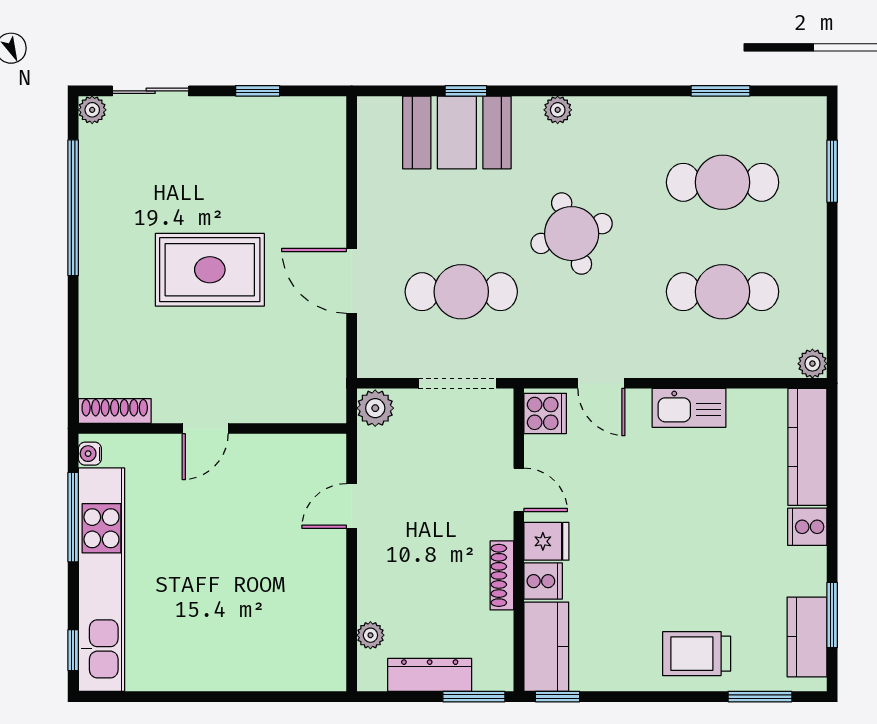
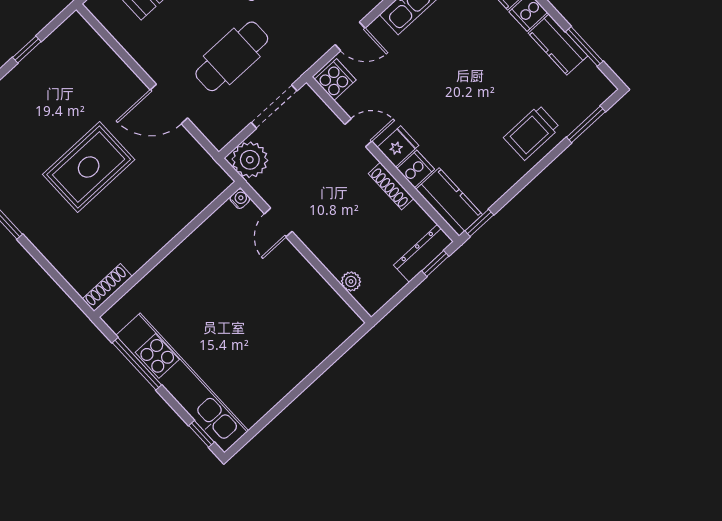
plant: (375, 408) -> (250, 160), width x1.36, depth x1.36
door: (205, 428) -> (163, 253), removed
water cooler: (90, 454) -> (240, 199), moved, turned 180
kitchen counter: (807, 637) -> (558, 44), moved
dresser: (430, 675) -> (423, 253), moved
window: (474, 697) -> (435, 264), width x0.67

